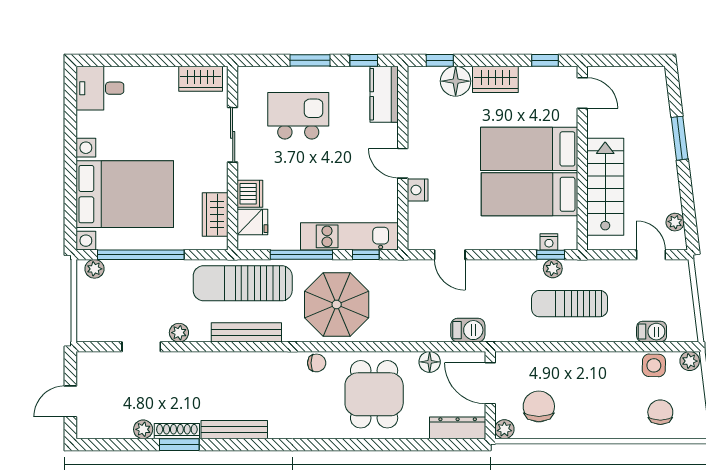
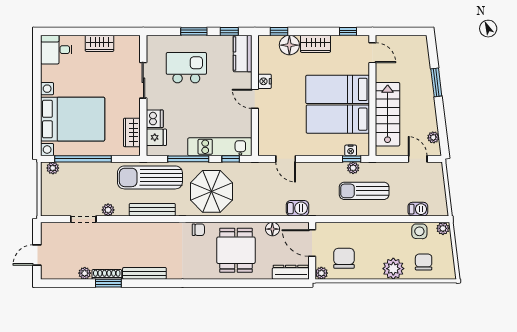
wardrobe: (201, 79) -> (99, 43), moved
nightstand: (418, 190) -> (265, 81), moved
plant: (614, 422) -> (393, 269), added

